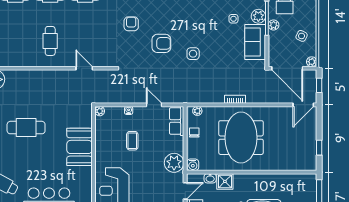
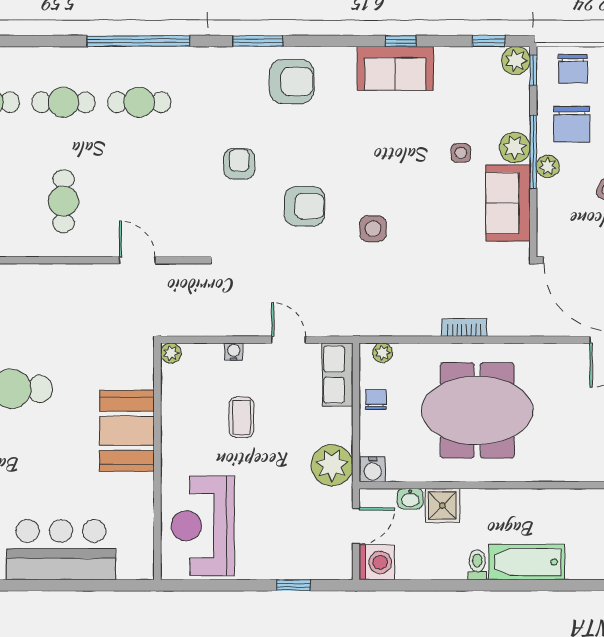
meeting table: (241, 138) -> (477, 410), turned 90

